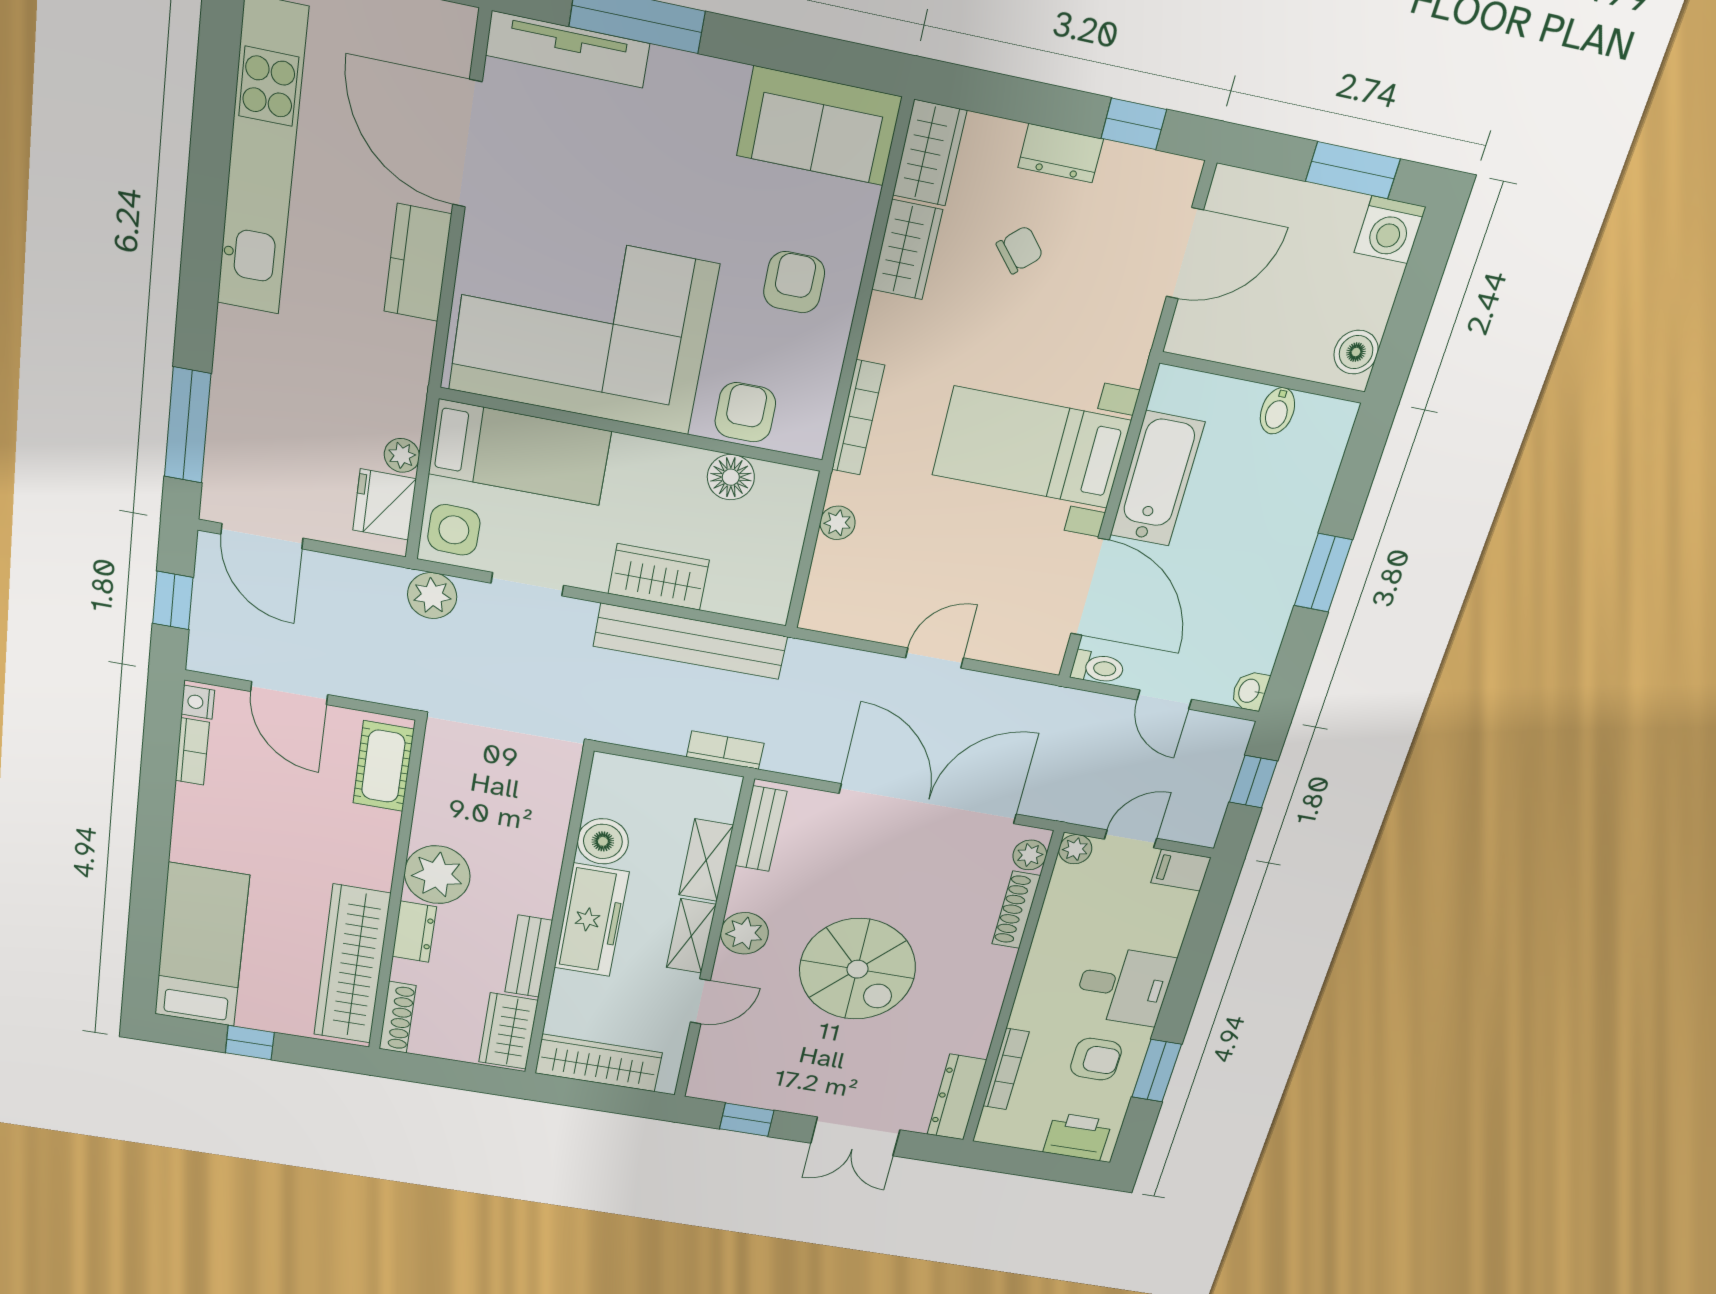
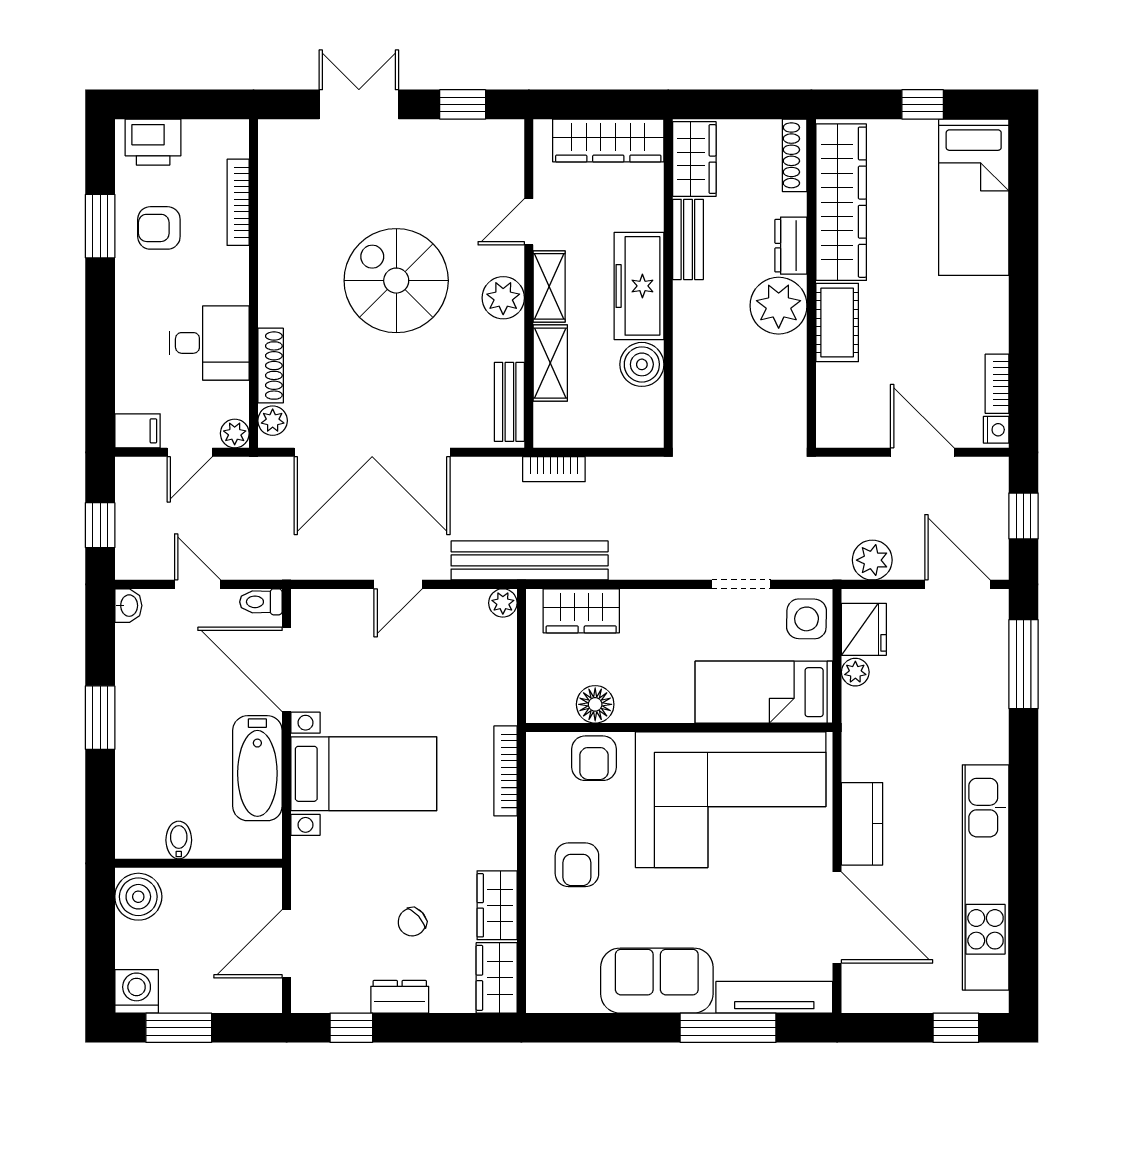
sofa: (819, 126) -> (657, 981), moved
boiler: (1356, 352) -> (138, 897), width x1.36, depth x1.36
plant: (838, 523) -> (503, 603), moved
wardrobe: (659, 577) -> (581, 611), moved
plant: (432, 596) -> (872, 560), moved
bench: (690, 641) -> (530, 560), moved
cot: (383, 766) -> (837, 323), moved
desk: (1124, 986) -> (209, 343), moved, turned 180
dresser: (957, 1097) -> (276, 164), removed

